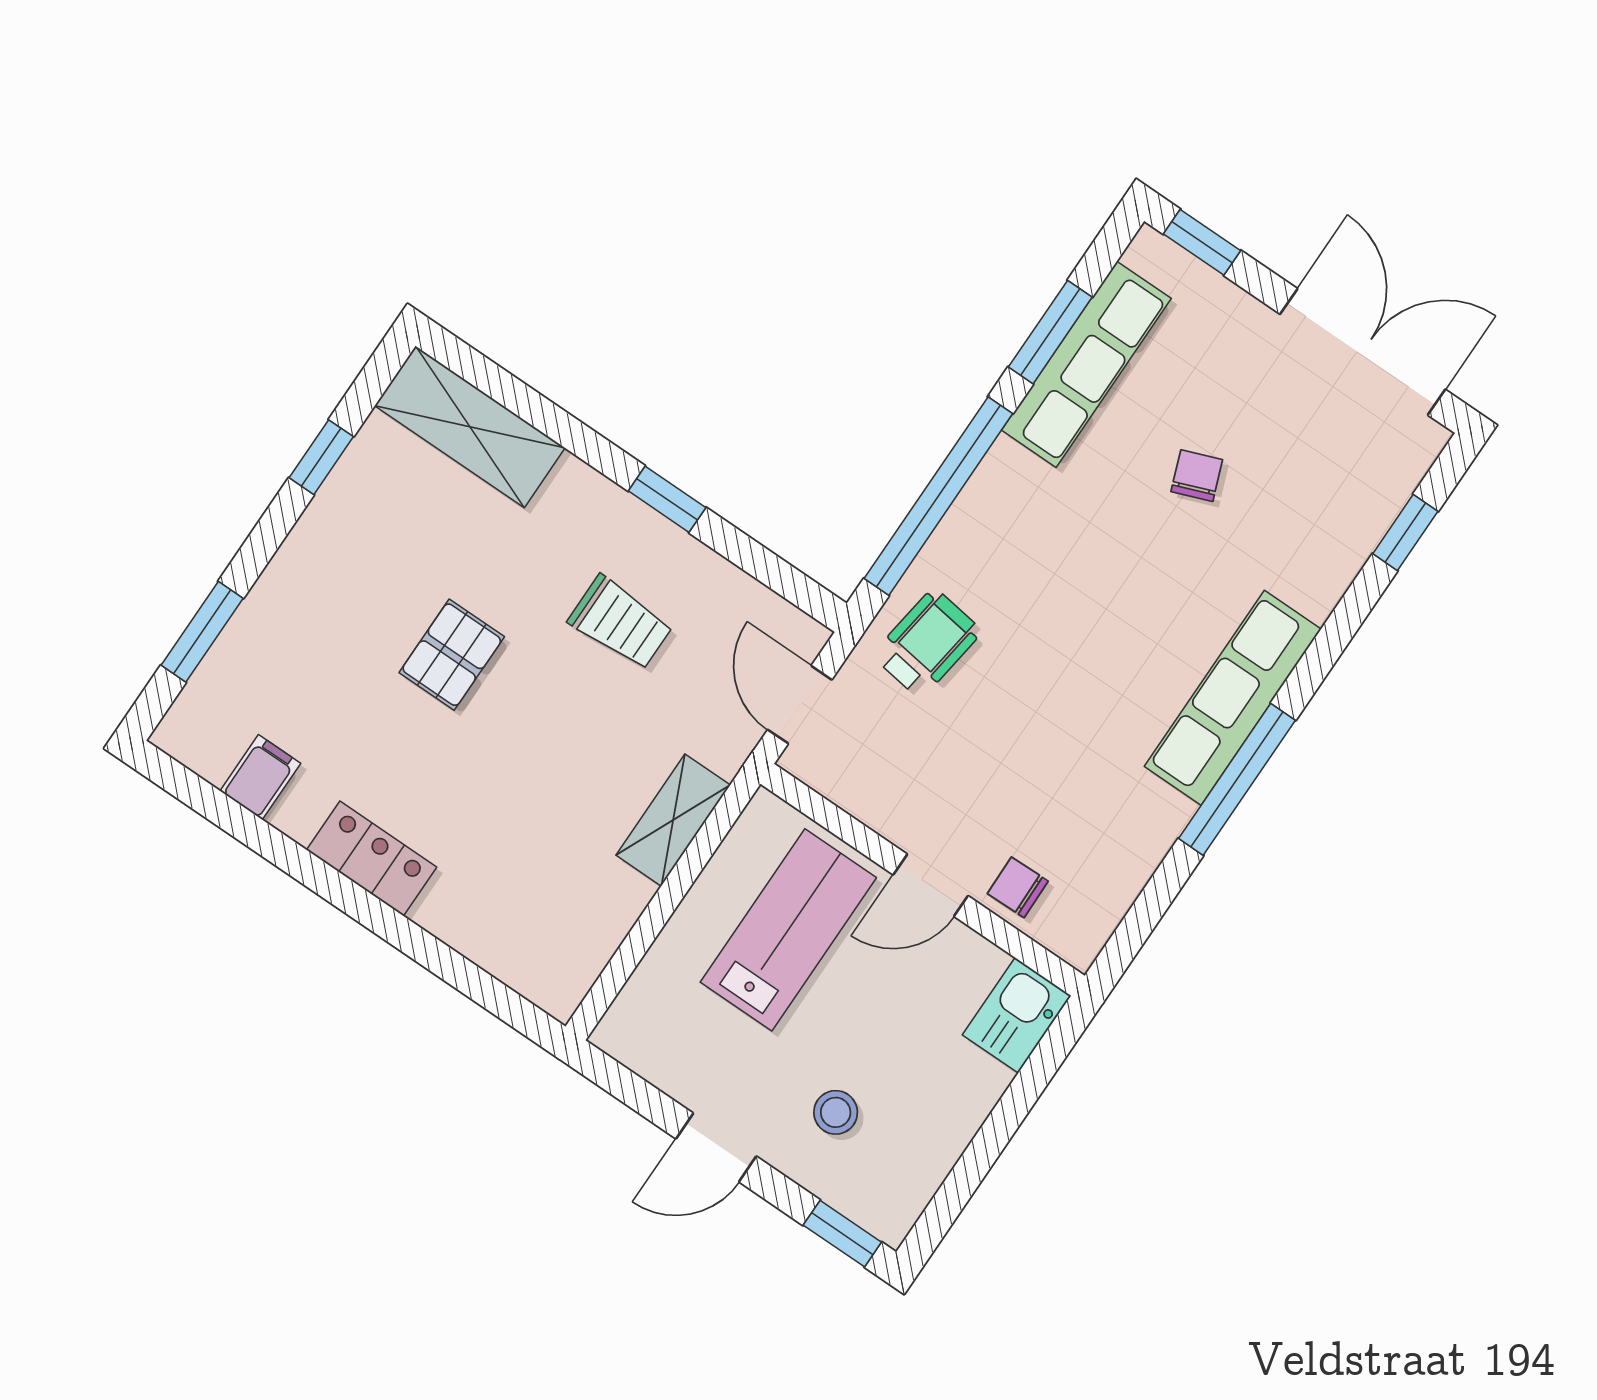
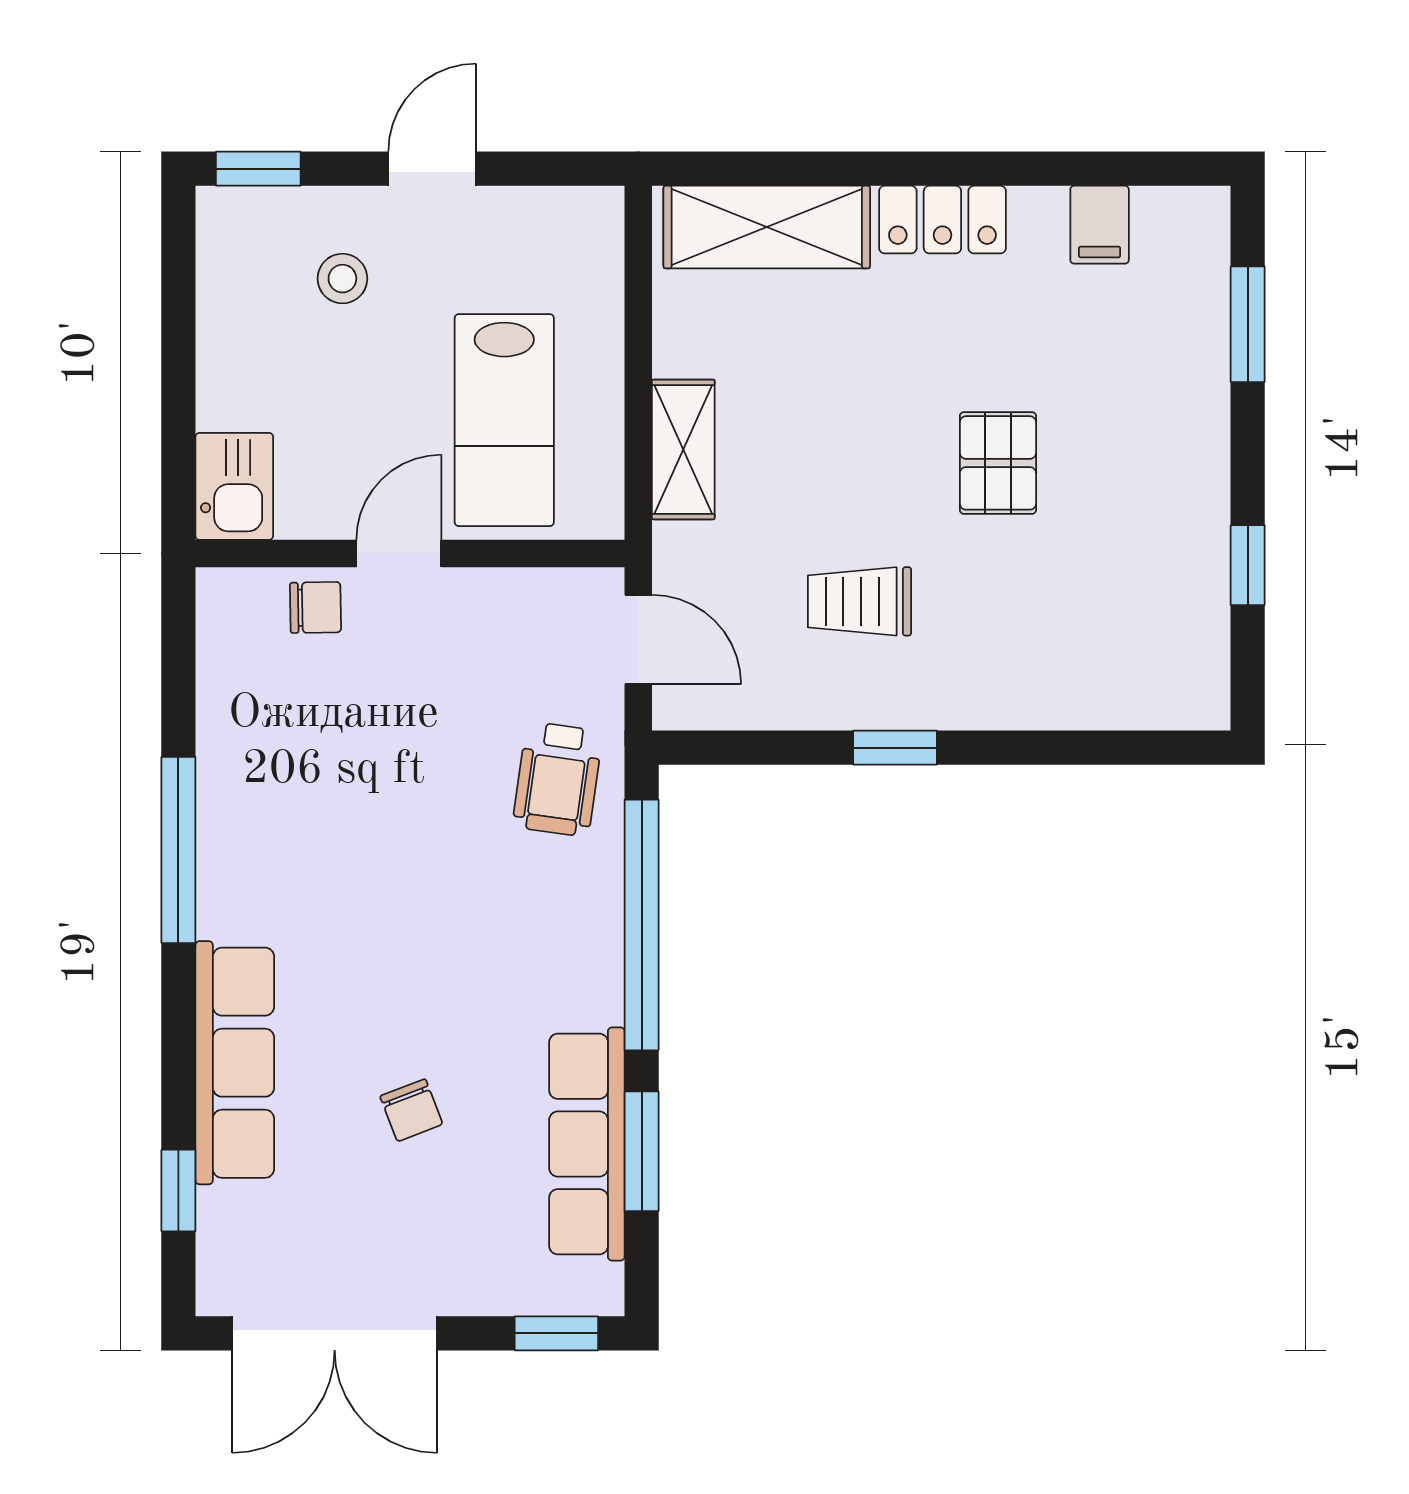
shelving: (470, 427) -> (767, 227), moved
row of seats: (1233, 698) -> (235, 1063), moved

